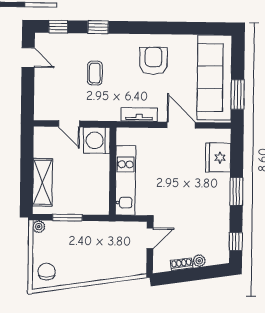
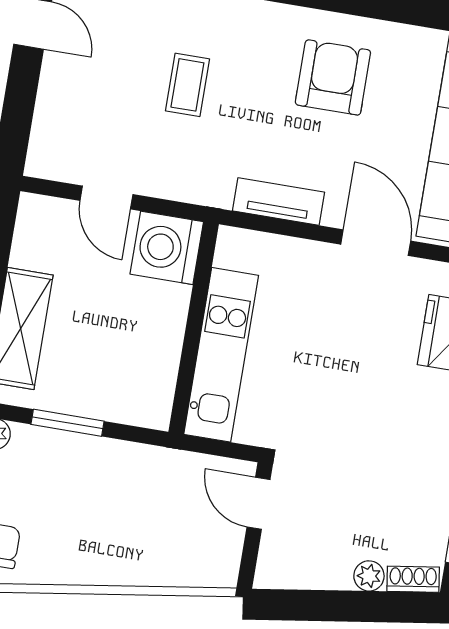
door: (150, 238) -> (259, 503), swing flipped
shoe rack: (181, 264) -> (413, 579), moved

